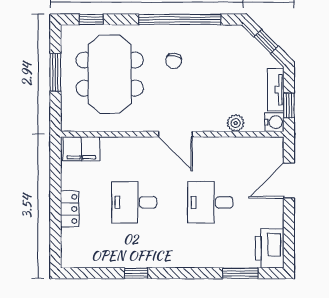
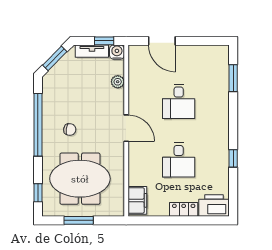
window: (266, 41) -> (55, 58), width x1.50
door: (175, 134) -> (126, 128), hinge flipped
printer: (270, 248) -> (214, 206), moved, turned 180

